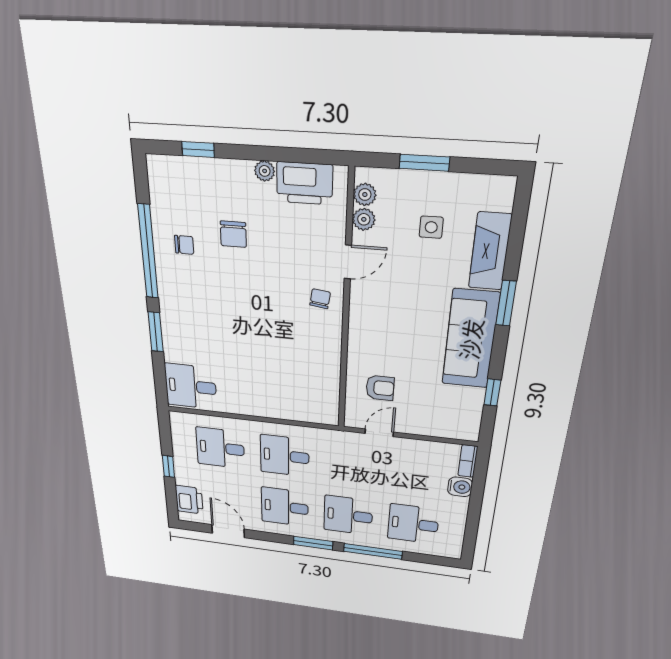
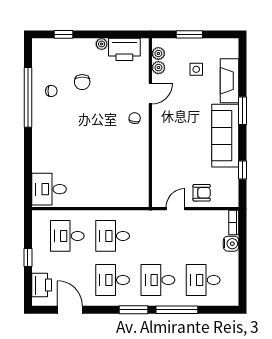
window: (156, 332) -> (28, 151), removed
armchair: (380, 388) -> (202, 193), moved

